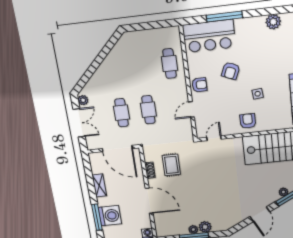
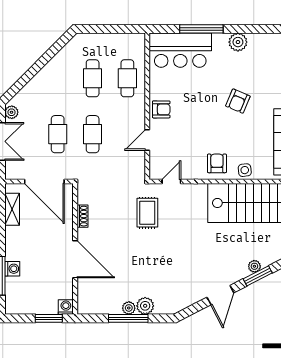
plant: (273, 22) -> (238, 42), moved
cafe table: (142, 67) -> (93, 78), added
armchair: (231, 71) -> (238, 101), moved
side table: (258, 94) -> (245, 170), moved
rug: (171, 165) -> (147, 213), moved
shelving: (99, 185) -> (12, 209), moved
washing machine: (110, 216) -> (12, 269), width x0.53, depth x0.53

